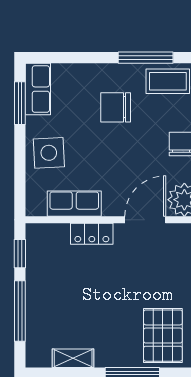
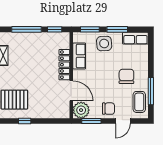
window: (20, 103) -> (117, 29), moved
window: (20, 182) -> (90, 29), added
locker: (92, 234) -> (64, 65), width x1.53

